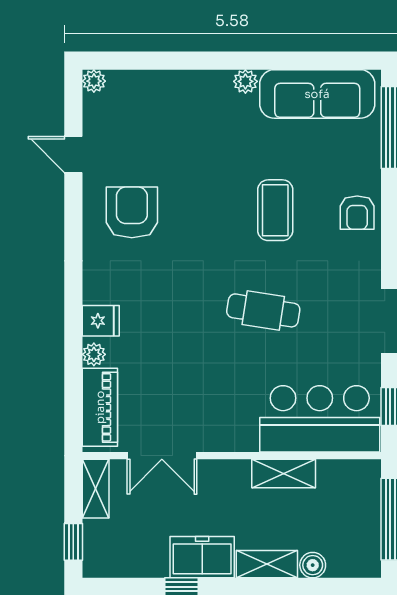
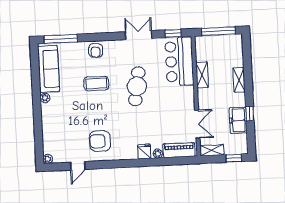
armchair: (357, 213) -> (96, 50), turned 94
cafe table: (263, 310) -> (137, 86), width x1.37, depth x1.35
freezer: (202, 557) -> (238, 120), moved
boiler: (313, 565) -> (238, 61), removed

